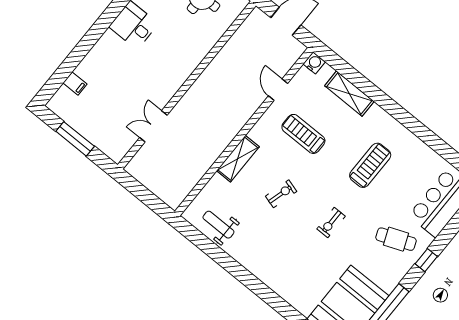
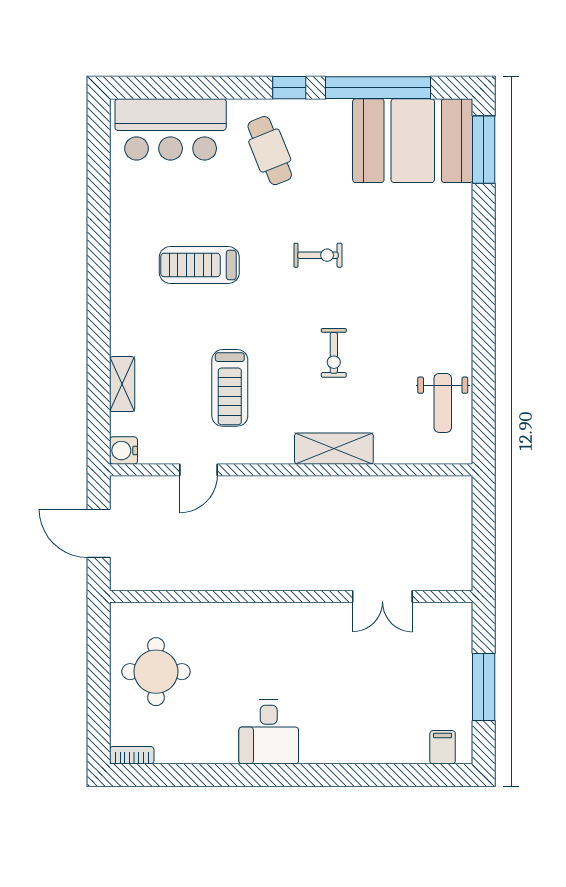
filing cabinet: (75, 83) -> (443, 747), moved
shelving: (349, 94) -> (122, 384), width x0.67, depth x0.75
exercise bike: (281, 194) -> (334, 353), turned -106
window: (426, 260) -> (289, 88), moved

